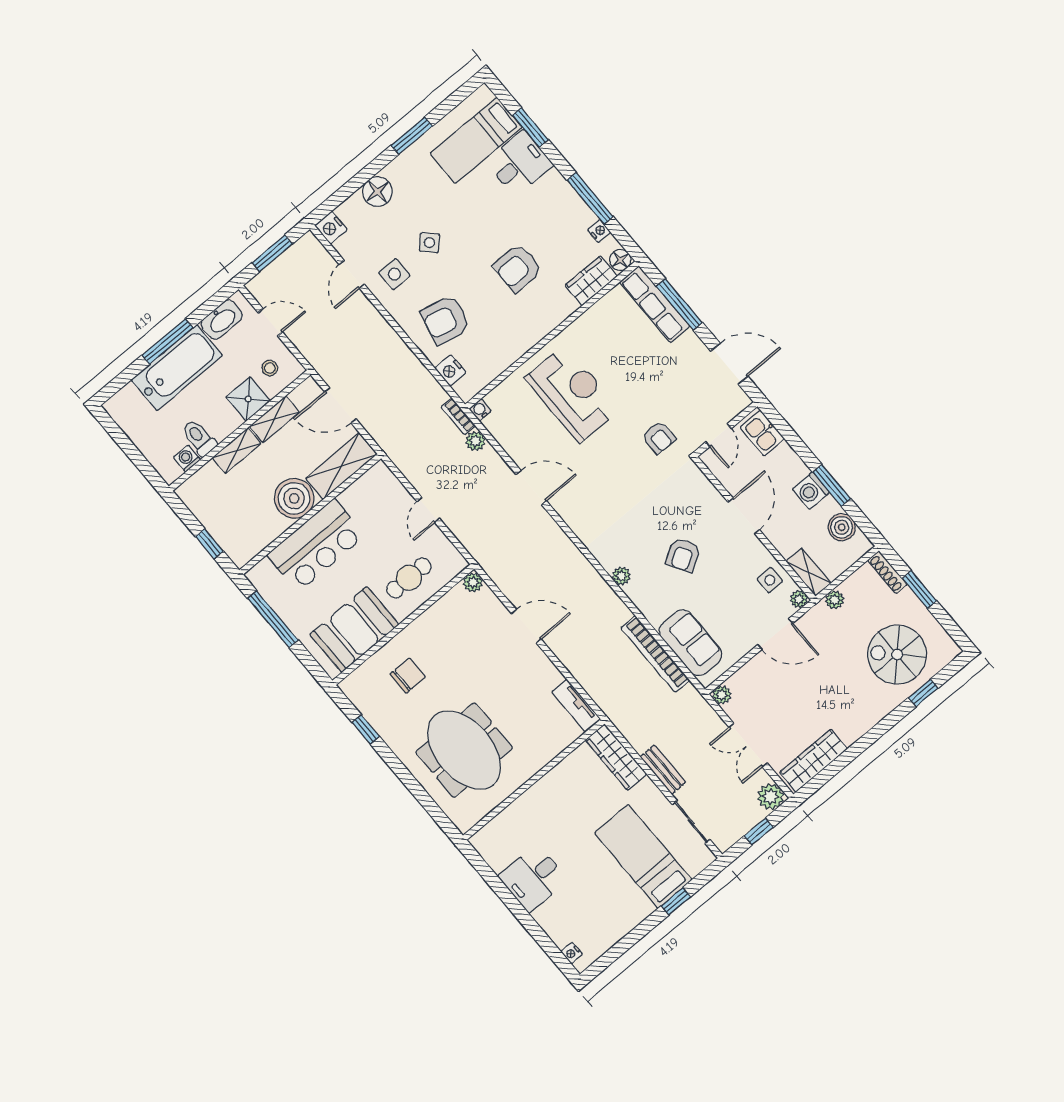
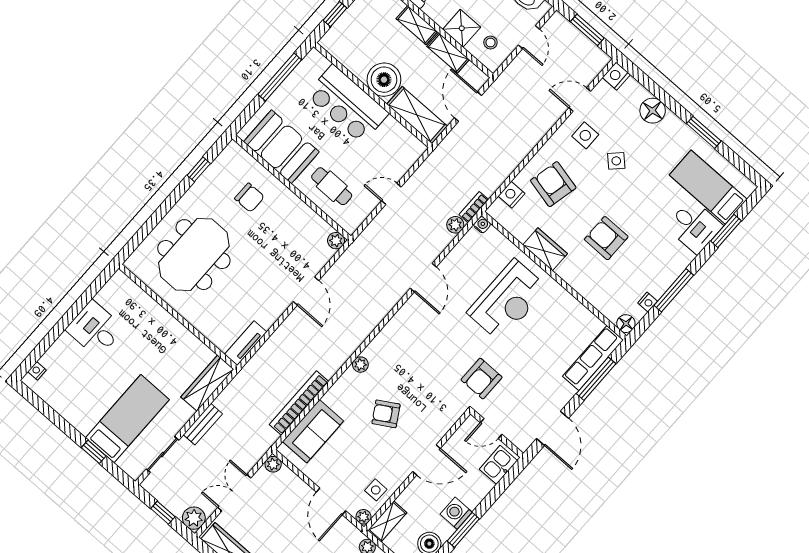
wardrobe: (591, 281) -> (545, 249), moved
armchair: (659, 437) -> (482, 379), width x1.38, depth x1.38

